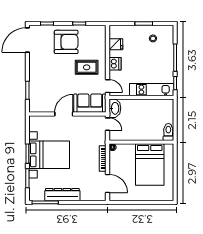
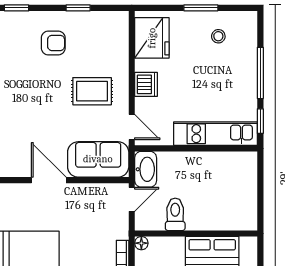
armchair: (66, 42) -> (53, 43), width x0.53, depth x0.53
fridge: (116, 44) -> (152, 38), width x1.88, depth x1.34
door: (64, 114) -> (49, 180), hinge flipped
door: (107, 124) -> (132, 199), hinge flipped
toilet: (168, 132) -> (175, 214), moved

